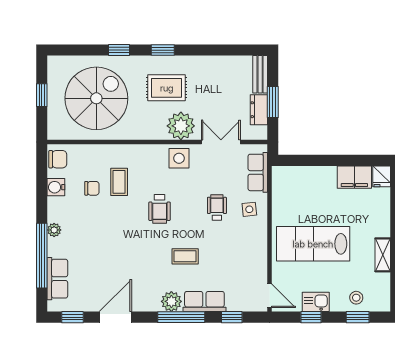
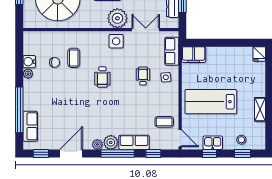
chair: (58, 159) -> (30, 42), removed
filing cabinet: (354, 177) -> (194, 55), moved
plant: (54, 230) -> (28, 74), moved
coffee table: (185, 256) -> (164, 122), moved
plant: (153, 304) -> (97, 144), added

